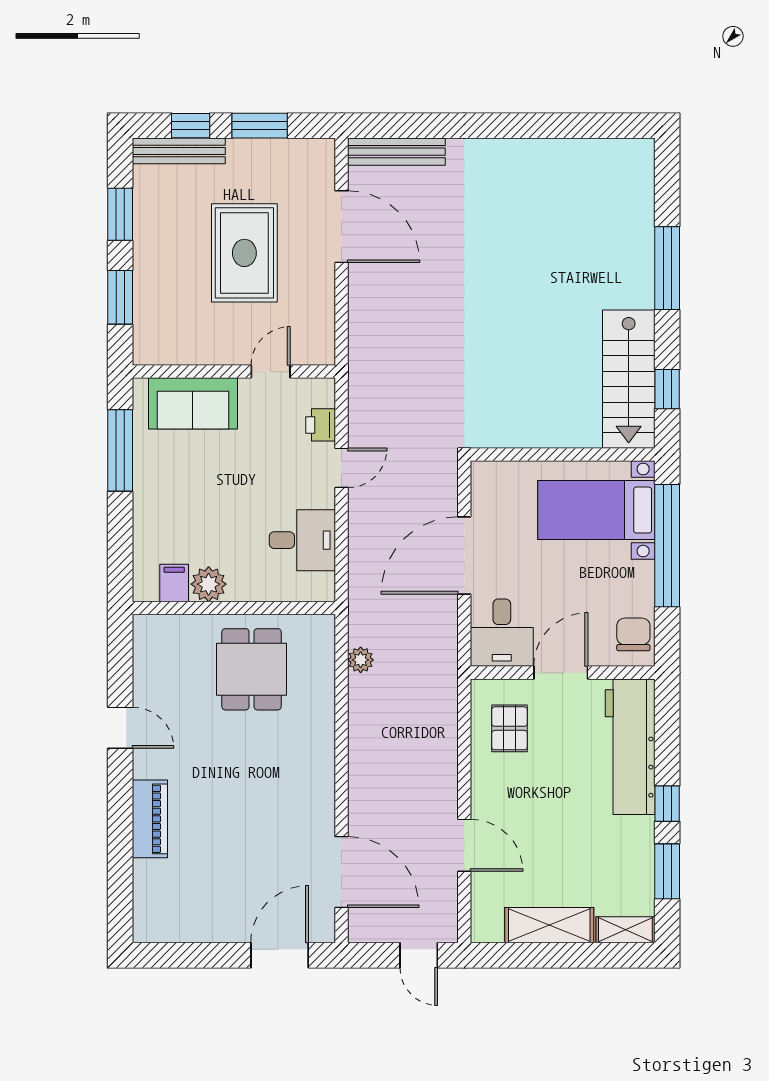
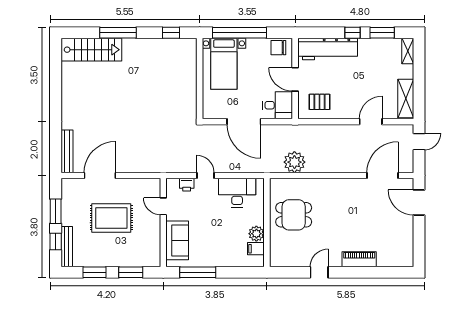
stairs: (629, 379) -> (91, 50), moved
desk: (302, 540) -> (237, 193), width x1.37
plant: (361, 660) -> (294, 162), width x1.87, depth x1.87
shelving: (549, 925) -> (406, 99), moved

